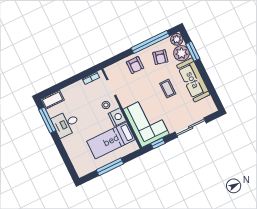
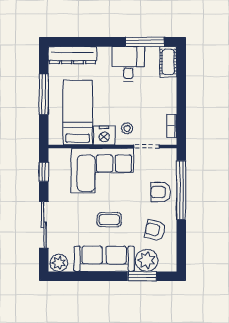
plant: (177, 39) -> (59, 263), moved
window: (150, 42) -> (181, 190), moved
corner sofa: (146, 122) -> (102, 170), moved
dresser: (77, 161) -> (72, 55), added

